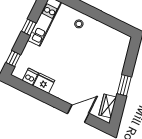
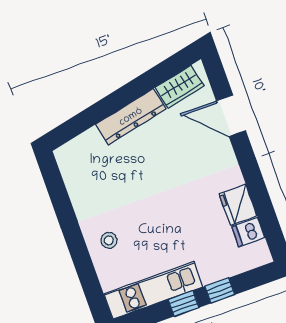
window: (13, 59) -> (220, 291), moved
dresser: (115, 78) -> (131, 117), added
window: (124, 85) -> (128, 93), removed

